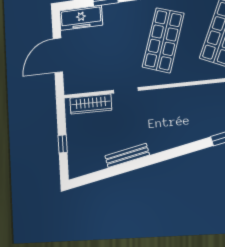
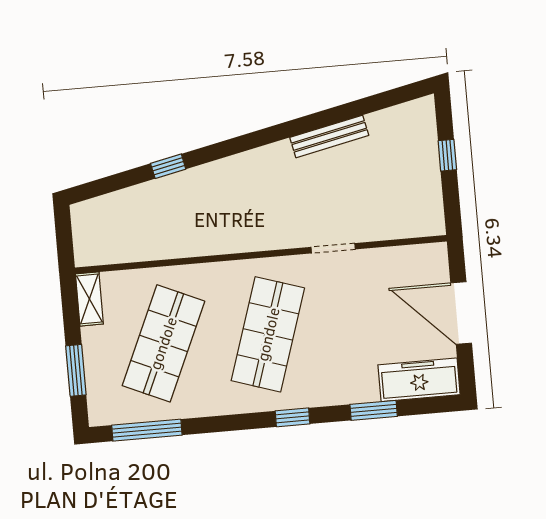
door: (58, 55) -> (461, 313), swing flipped
wardrobe: (91, 104) -> (397, 225), removed

